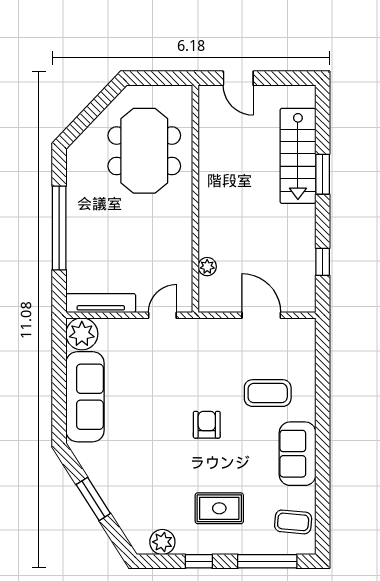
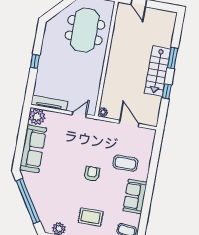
stairs: (298, 156) -> (158, 71), moved
window: (59, 228) -> (35, 61), width x0.32
window: (323, 262) -> (167, 91), moved
plant: (207, 267) -> (103, 112), moved
window: (93, 499) -> (28, 201), width x2.11

